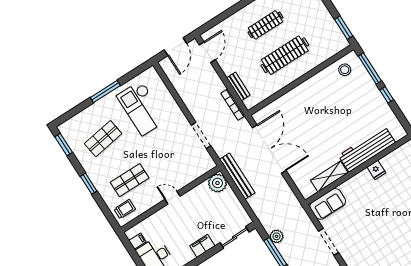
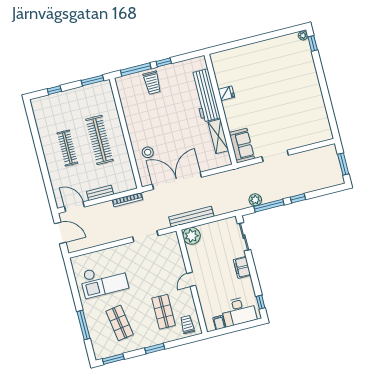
stool: (345, 70) -> (148, 152), moved
bench: (238, 86) -> (100, 193), moved
trolley: (362, 90) -> (152, 83), added
window: (105, 91) -> (83, 325), moved

